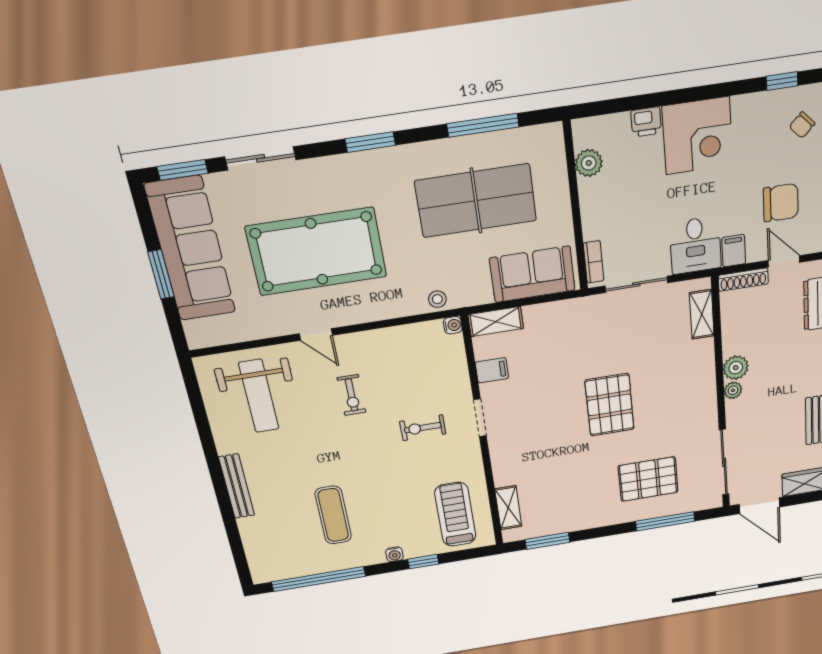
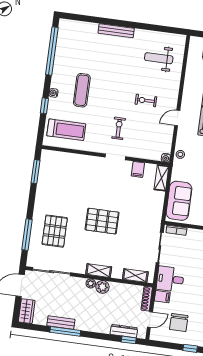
door: (316, 334) -> (177, 118), moved
weight bench: (259, 396) -> (159, 58), width x0.73, depth x0.75
shelving: (508, 508) -> (99, 271), moved
exercise mat: (333, 515) -> (82, 90), moved, turned 90

